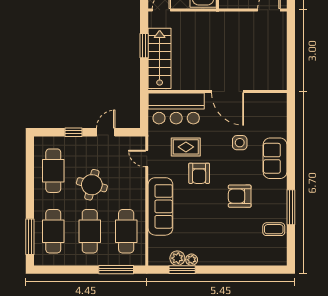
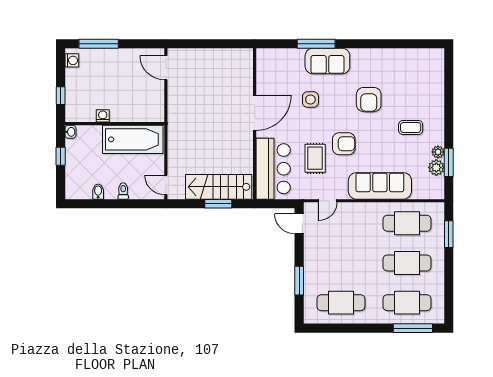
window: (144, 46) -> (218, 204), moved
window: (74, 132) -> (299, 281), width x1.50
door: (106, 132) -> (299, 224), moved
round table: (92, 185) -> (356, 261), removed
window: (291, 207) -> (316, 44), moved
coffee table: (274, 229) -> (411, 127), moved, turned 90
window: (116, 270) -> (449, 234), width x0.69

